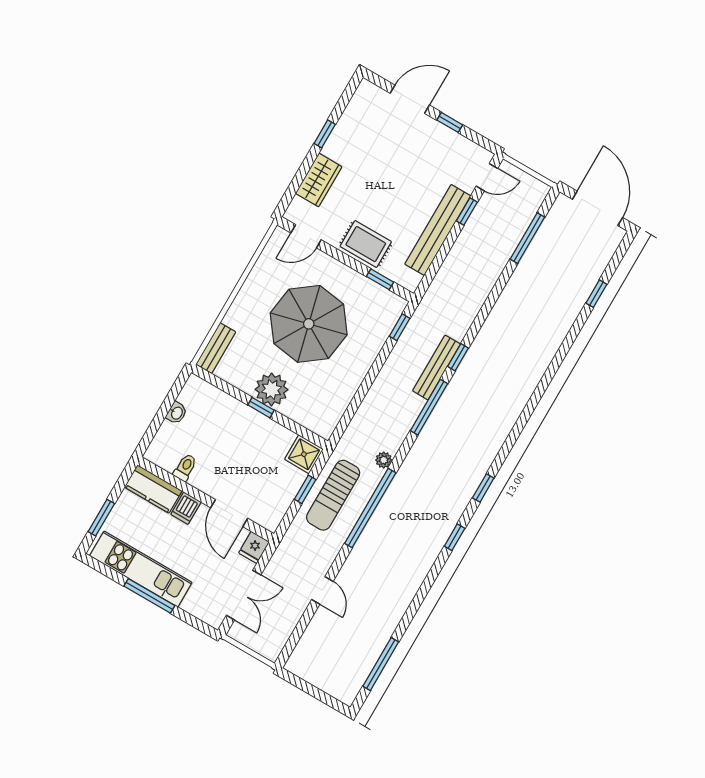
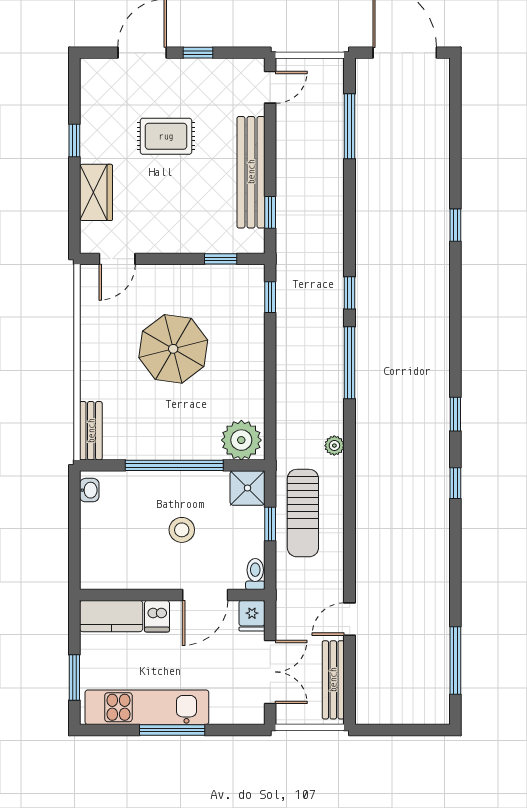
window: (467, 212) -> (270, 212), moved
rug: (366, 244) -> (166, 136), moved
window: (596, 294) -> (455, 225), moved
parasol: (309, 324) -> (173, 349), width x0.73, depth x0.73
bench: (437, 367) -> (333, 680), moved
plant: (271, 389) -> (241, 440), moved
window: (261, 408) -> (174, 465), width x3.17
washbasin: (177, 413) -> (89, 490), moved
stool: (240, 457) -> (182, 530), added
toilet: (185, 467) -> (255, 574), moved
window: (370, 508) -> (350, 504), removed
door: (229, 513) -> (205, 595), hinge flipped
door: (322, 590) -> (350, 619), swing flipped

